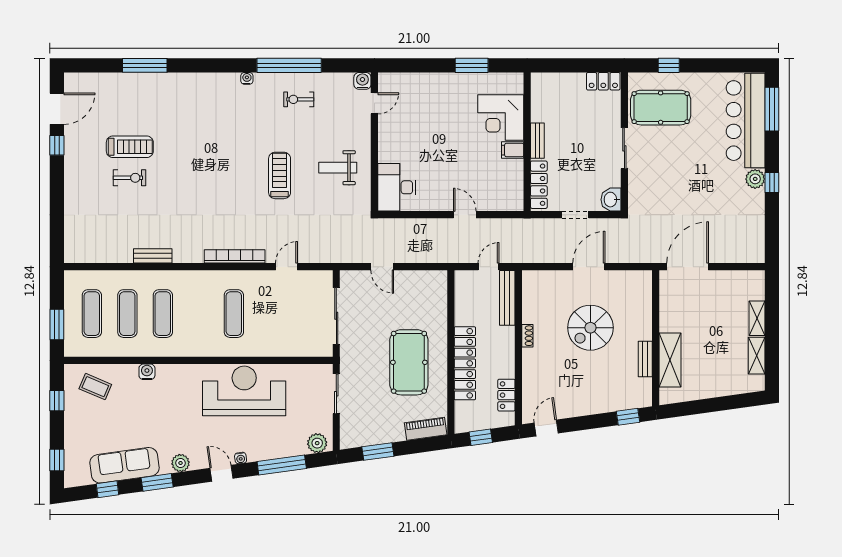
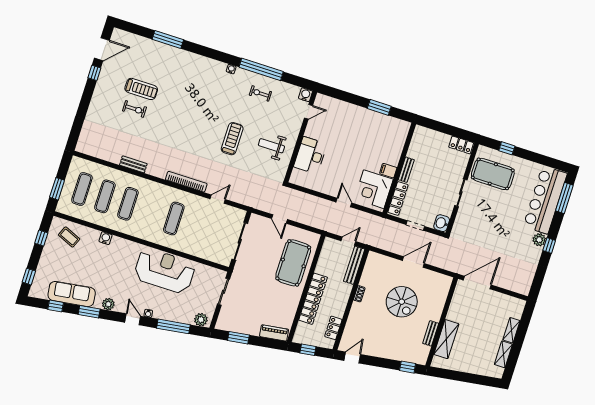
corner desk: (501, 117) -> (374, 189), moved
desk: (397, 187) -> (310, 155), moved
spiral stairs: (590, 328) -> (402, 302), turned -90
pool table: (409, 362) -> (293, 263), moved

